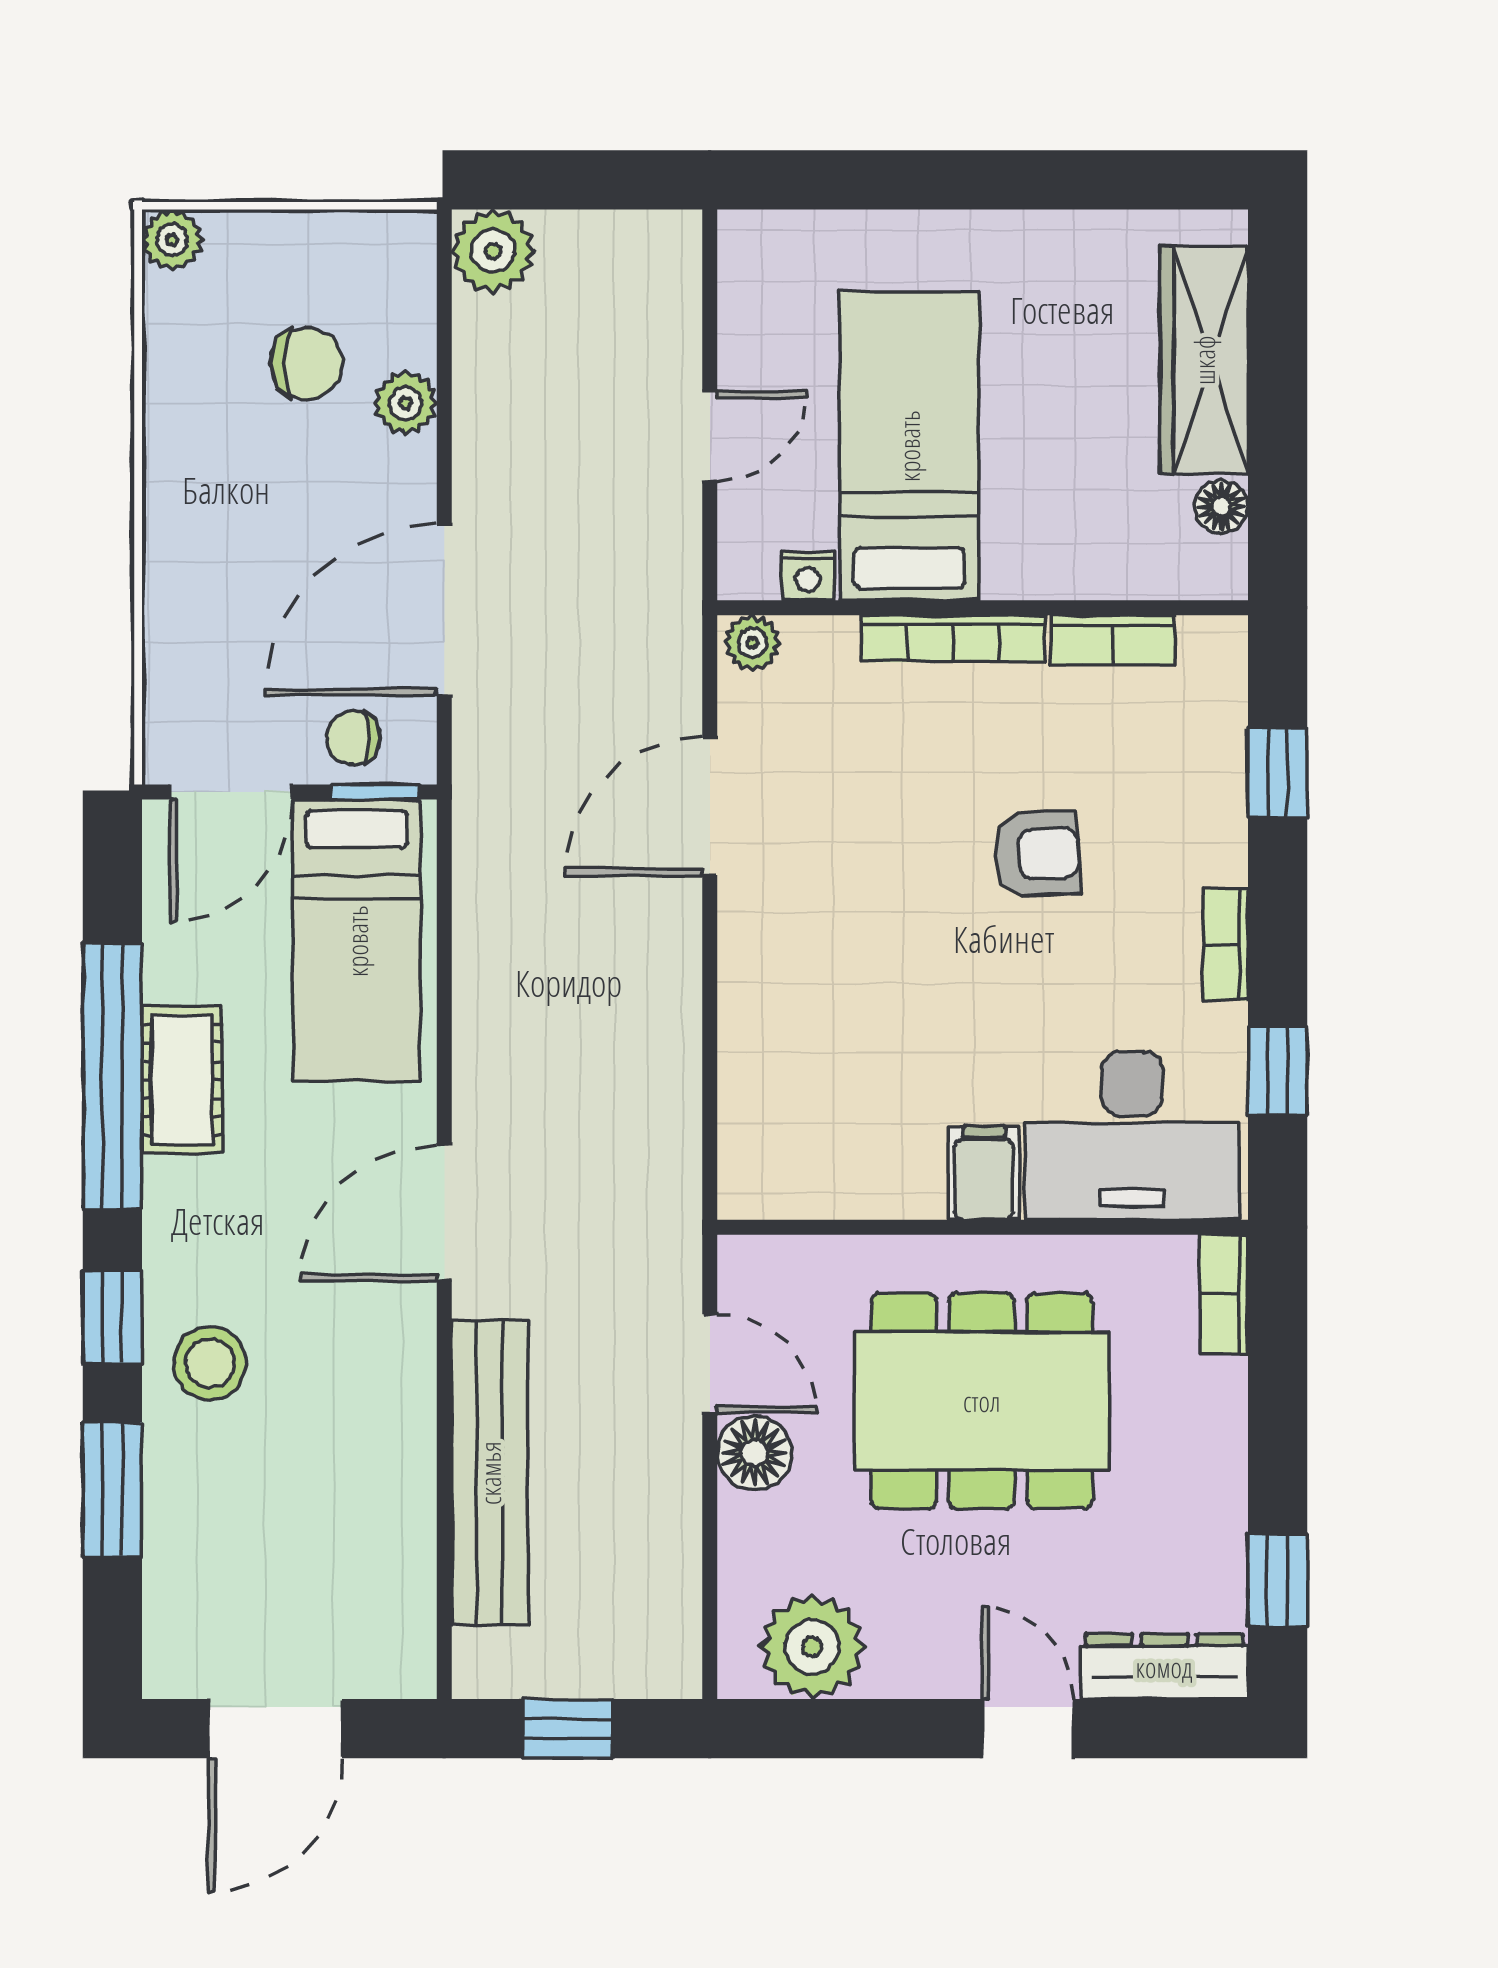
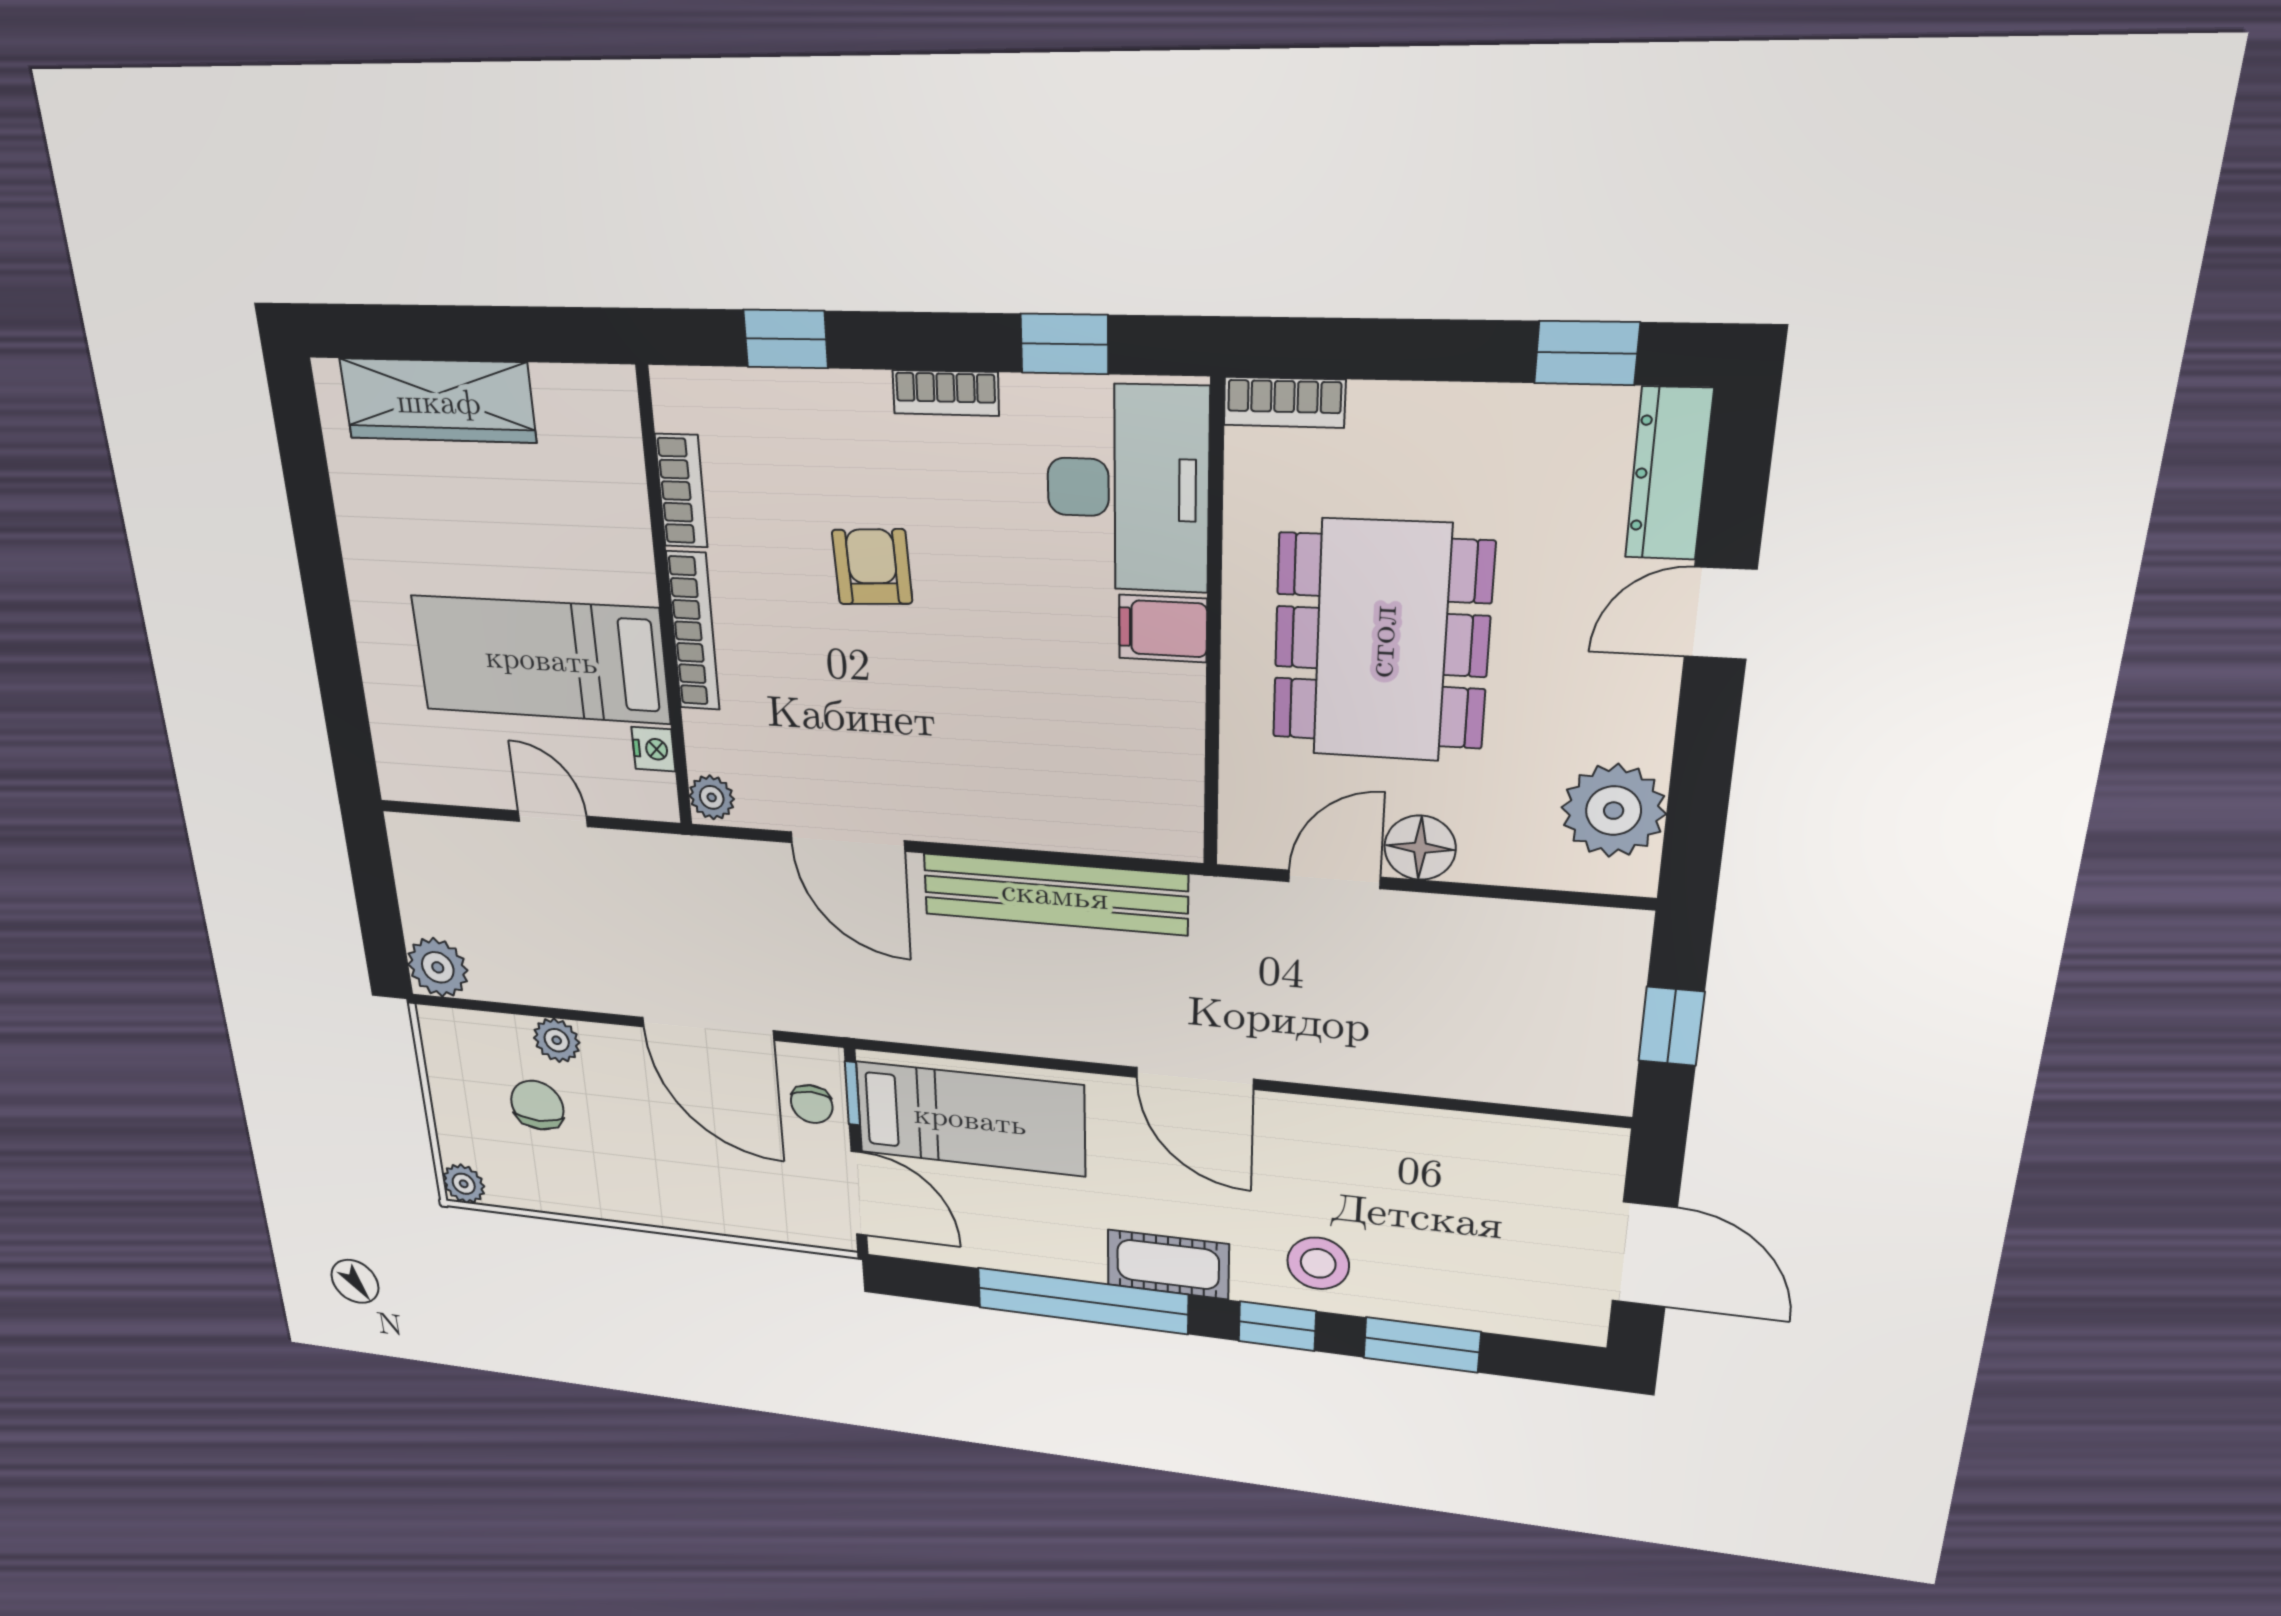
floor lamp: (1221, 506) -> (558, 388), removed
cot: (182, 1080) -> (1168, 1265), moved
bench: (490, 1473) -> (1055, 894), moved

